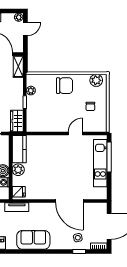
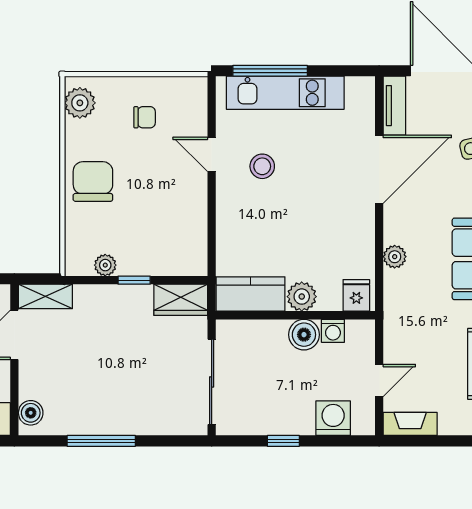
stool: (71, 154) -> (262, 166), added
tv unit: (17, 207) -> (394, 106), moved
plant: (34, 207) -> (395, 257), added

